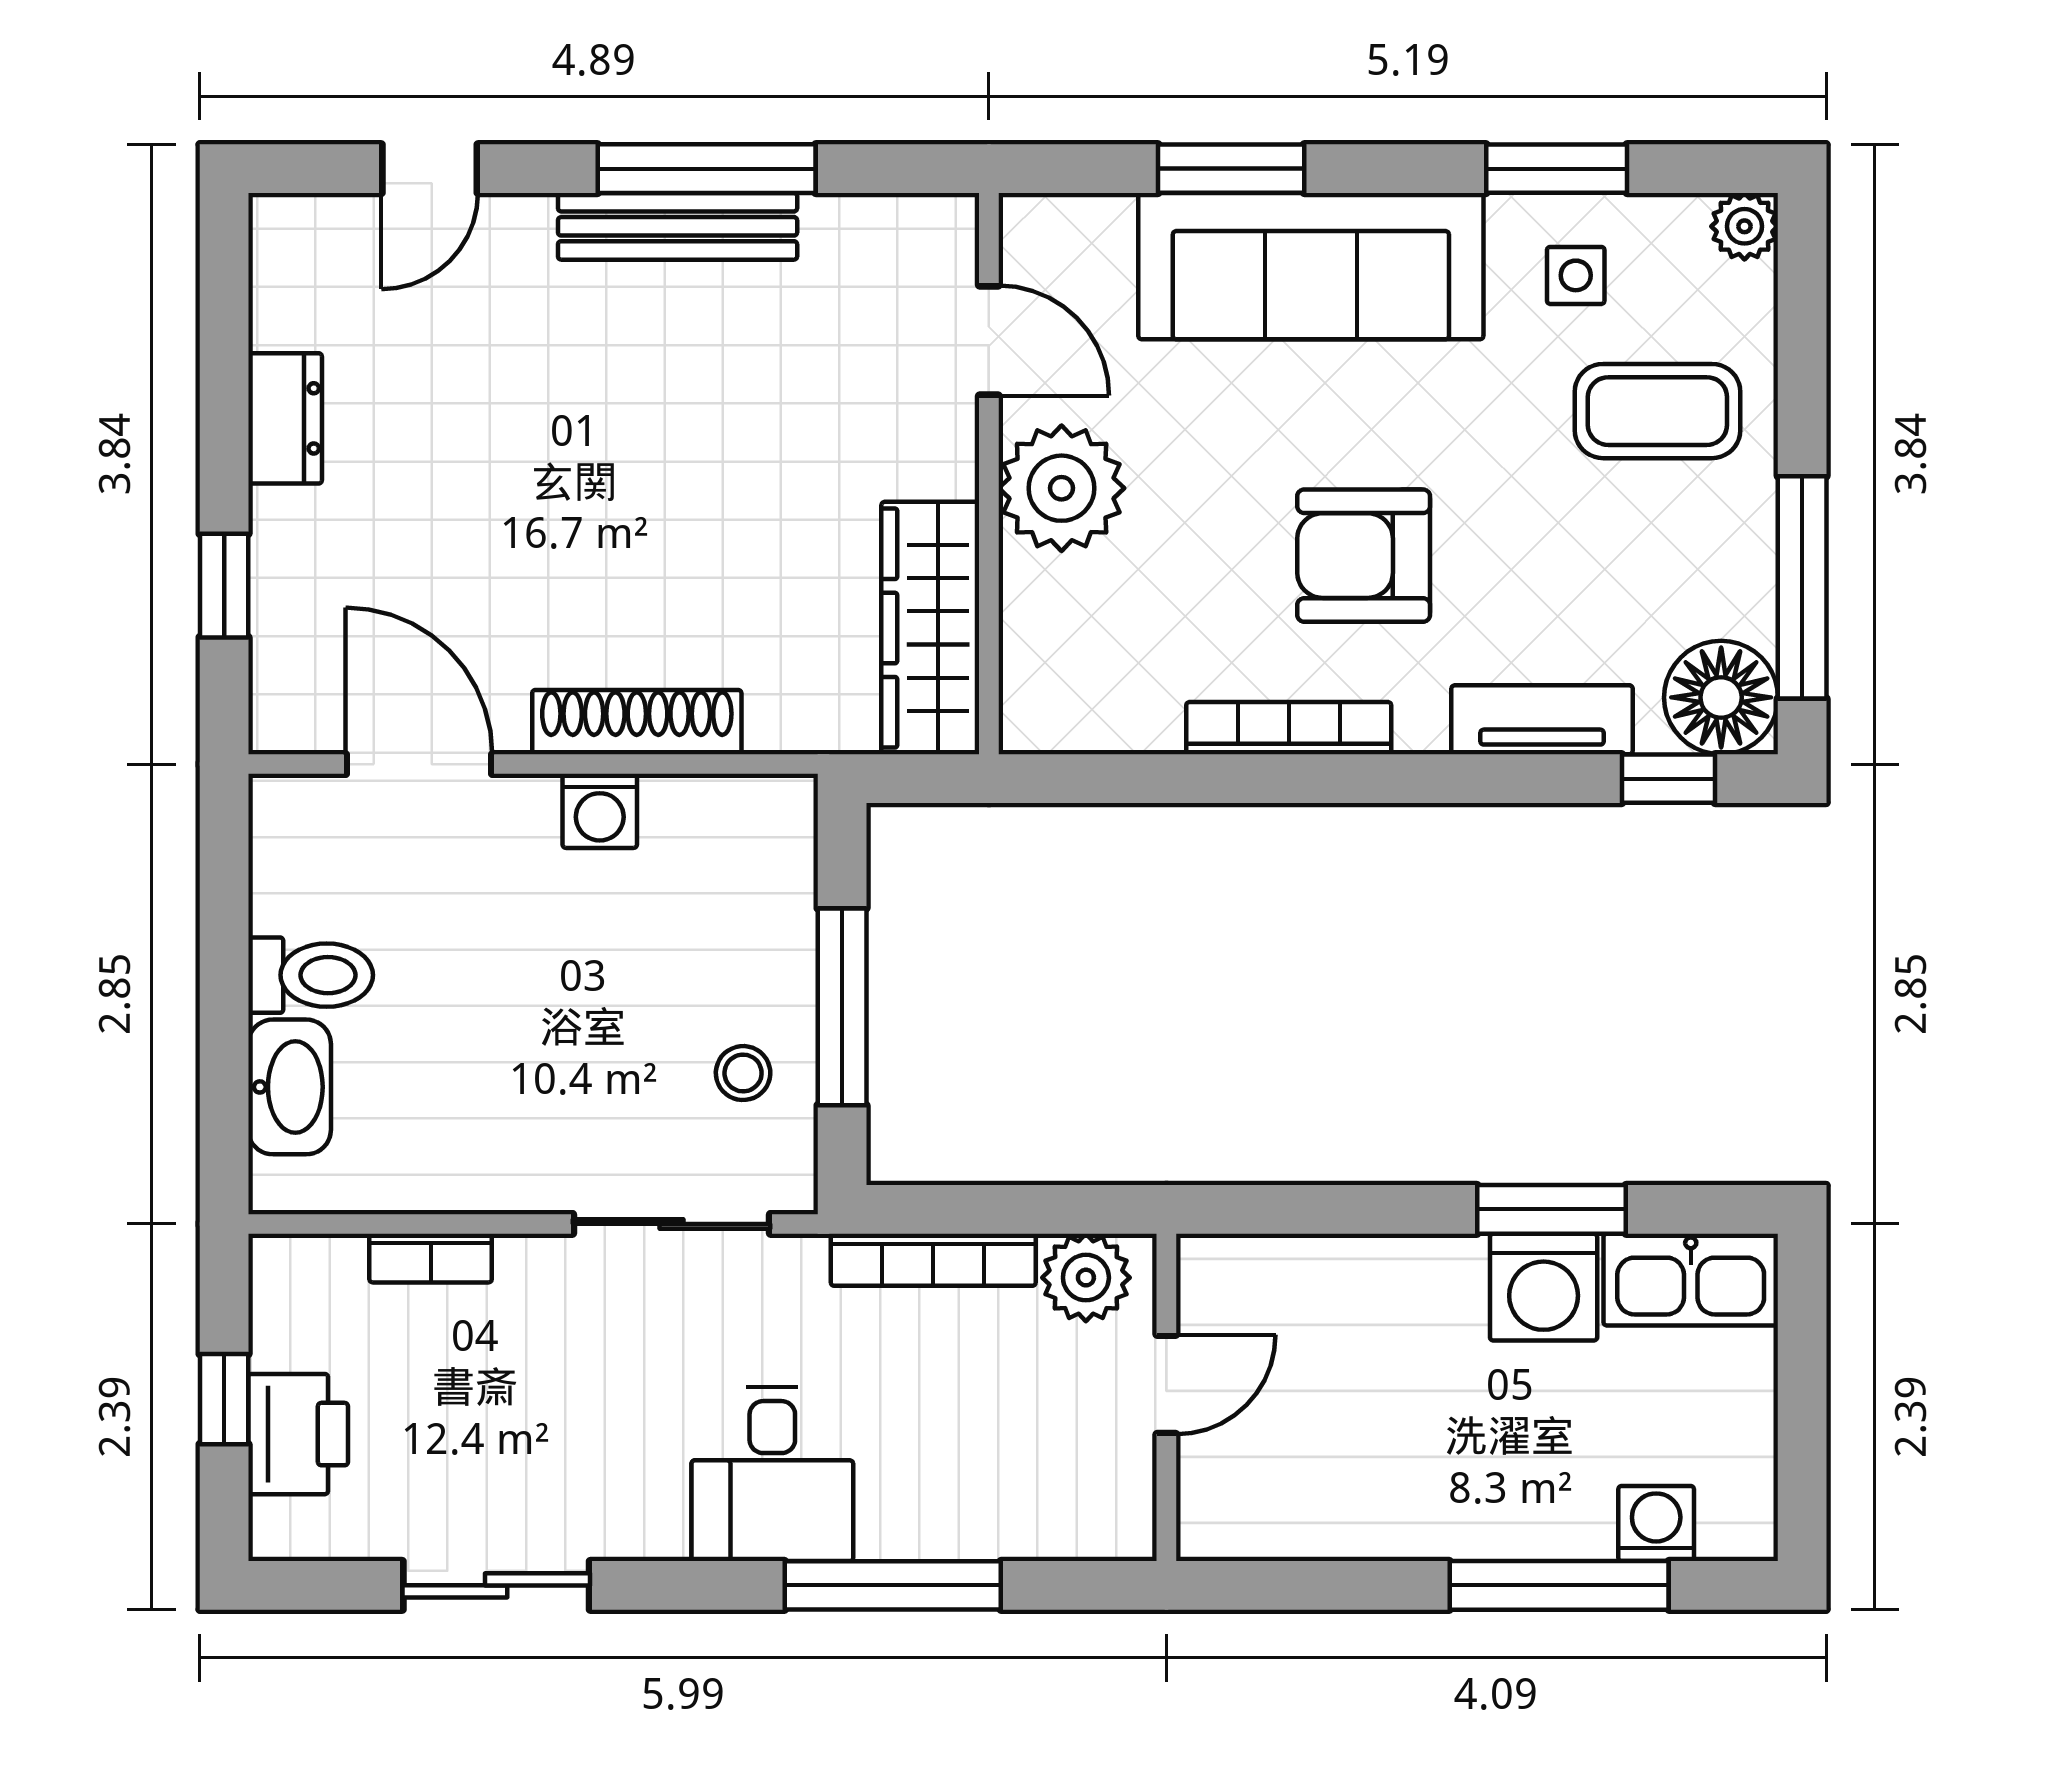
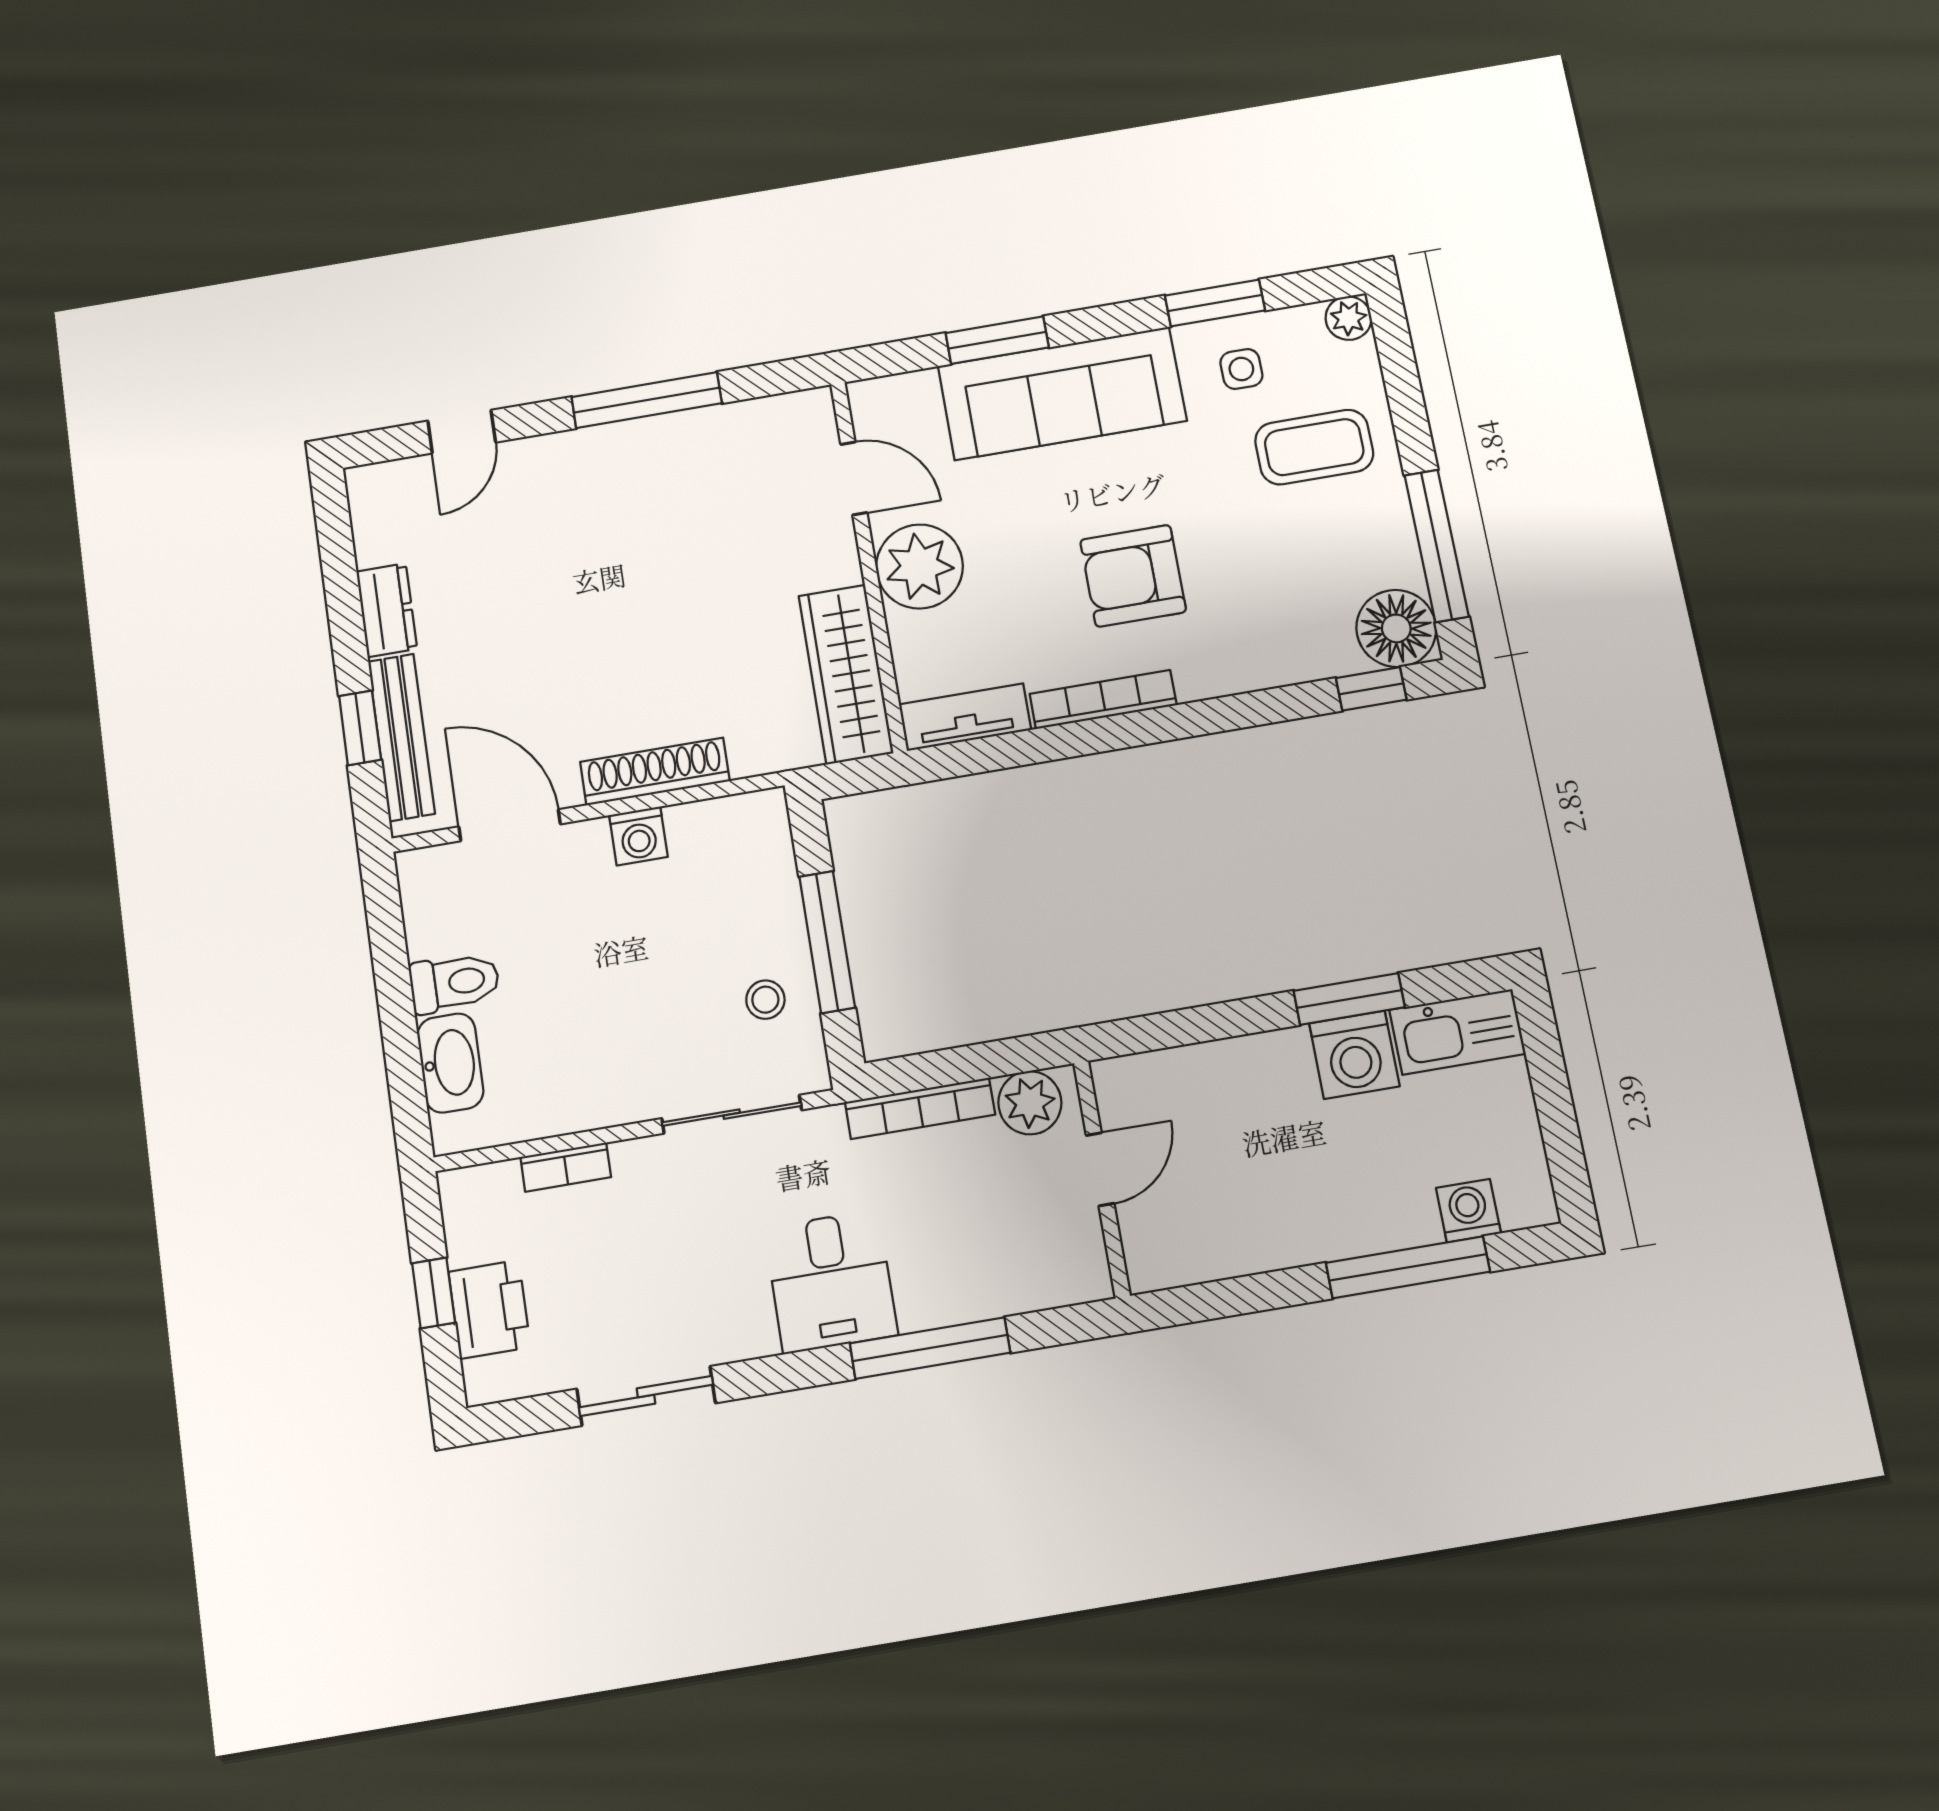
bench: (678, 226) -> (401, 737), moved, turned 90
tv unit: (1542, 720) -> (965, 717), moved

